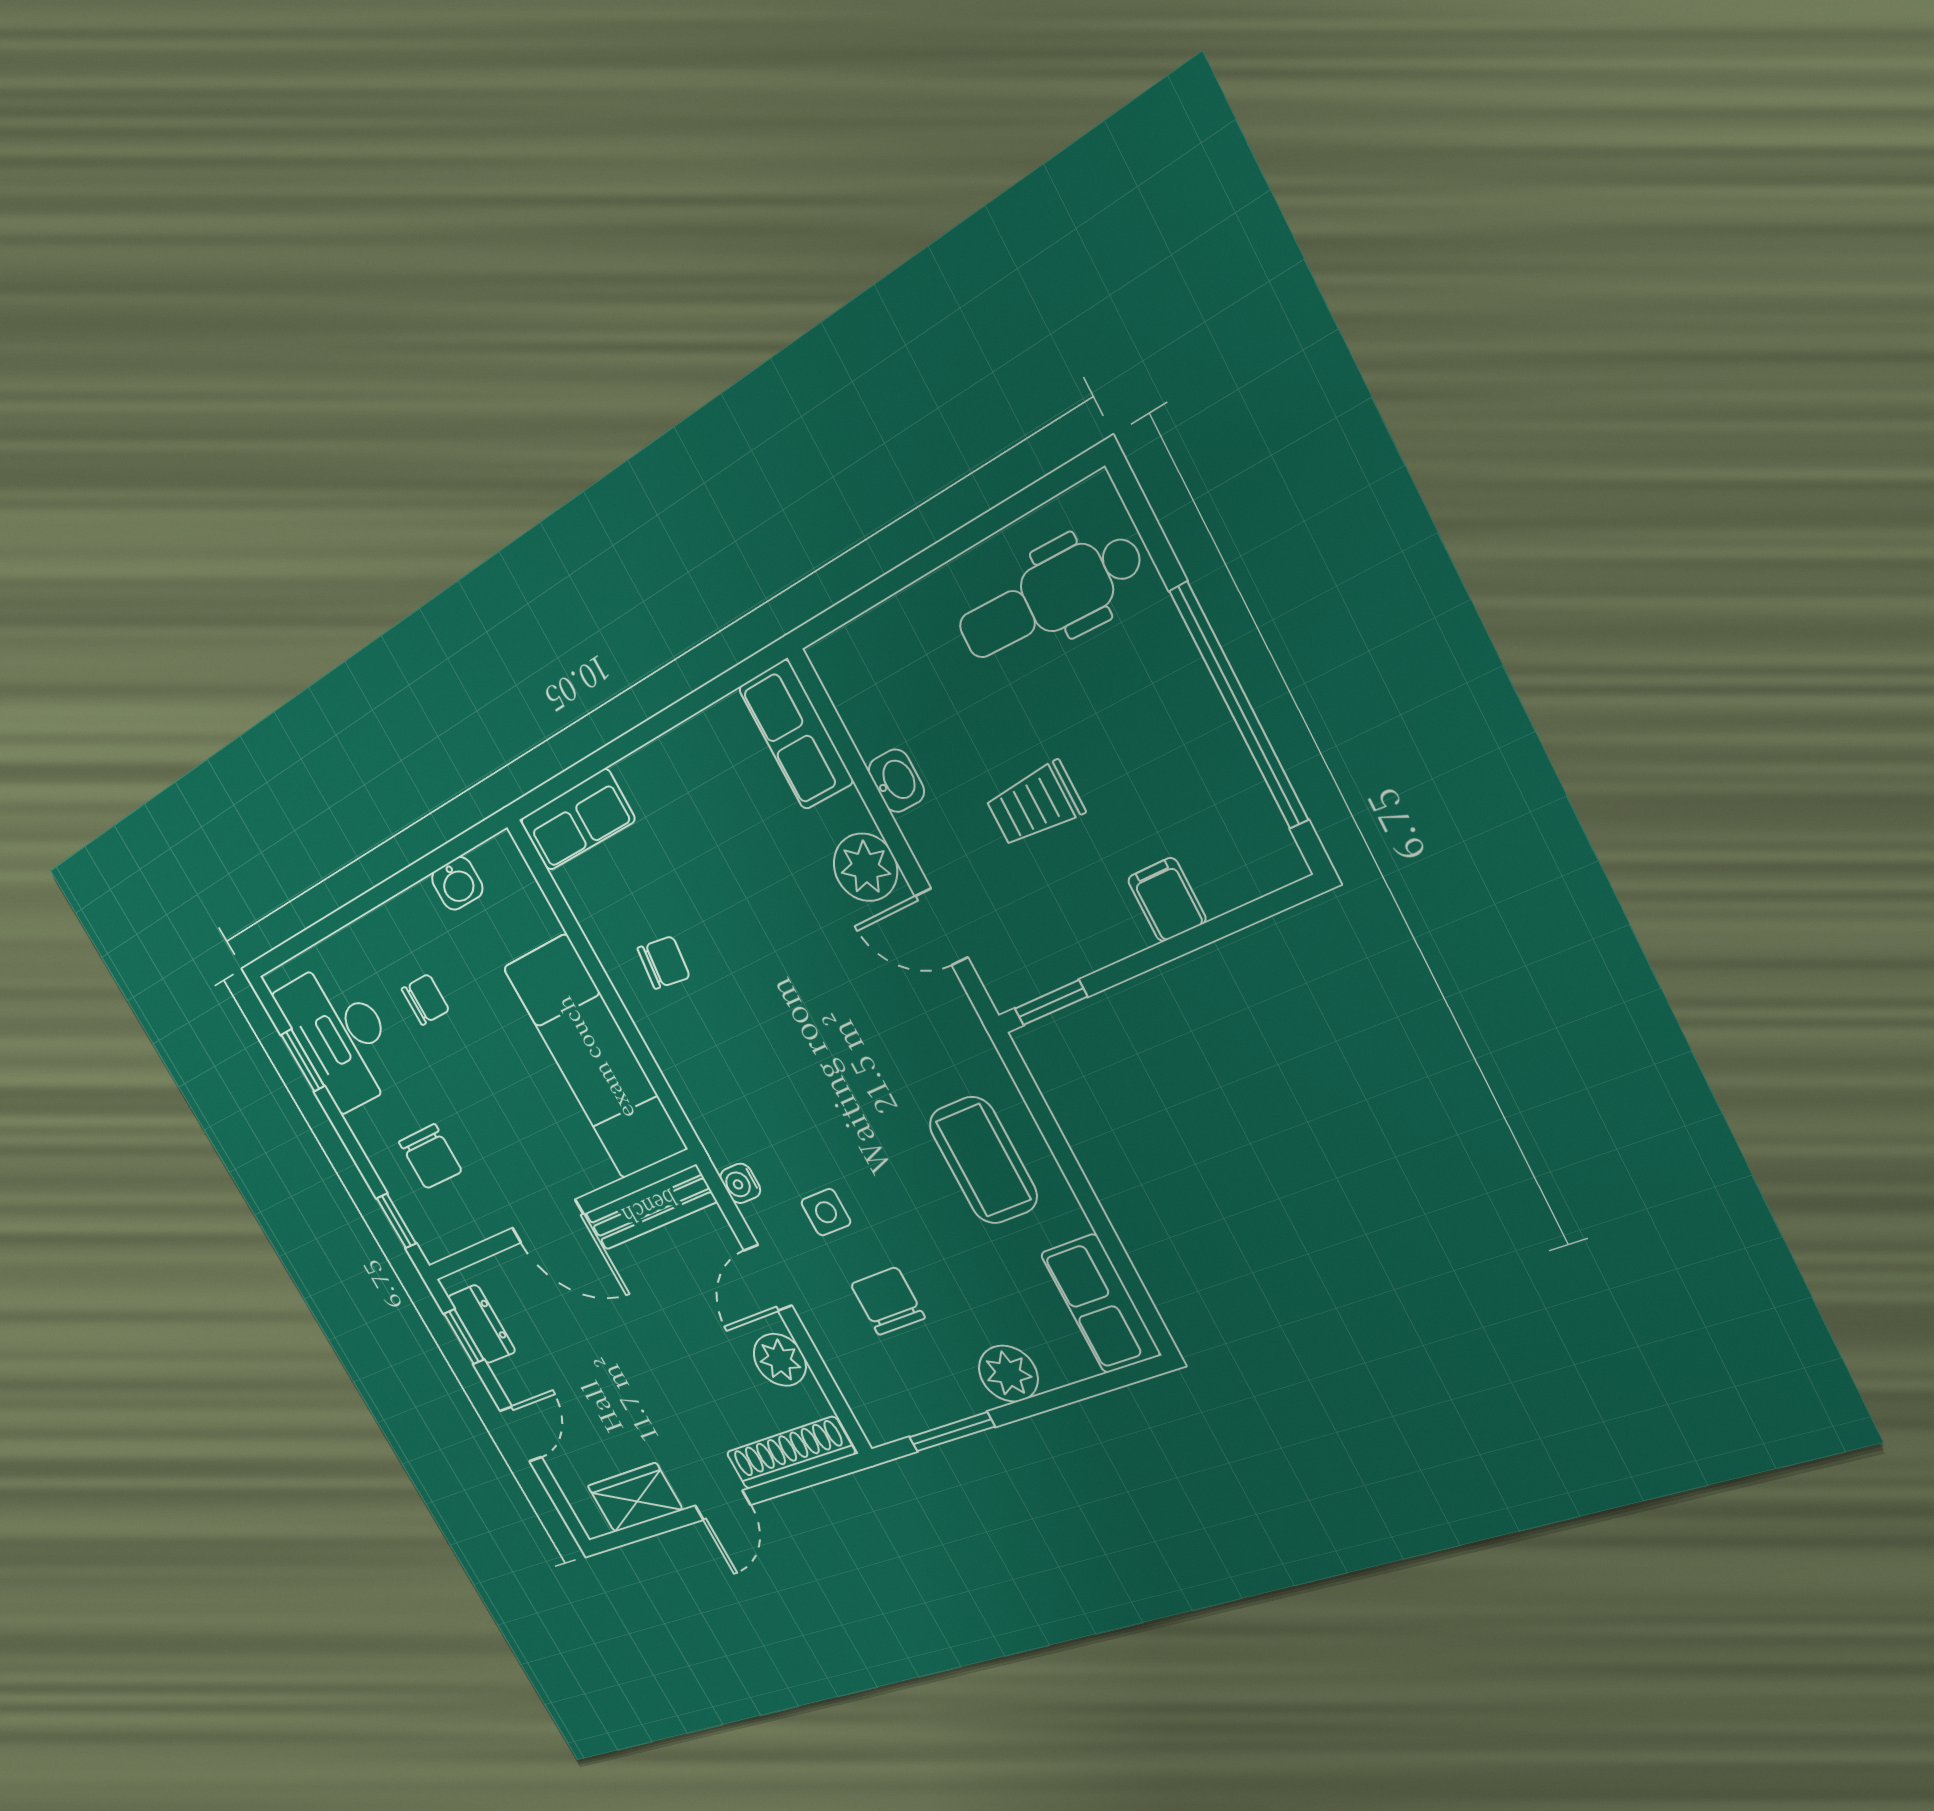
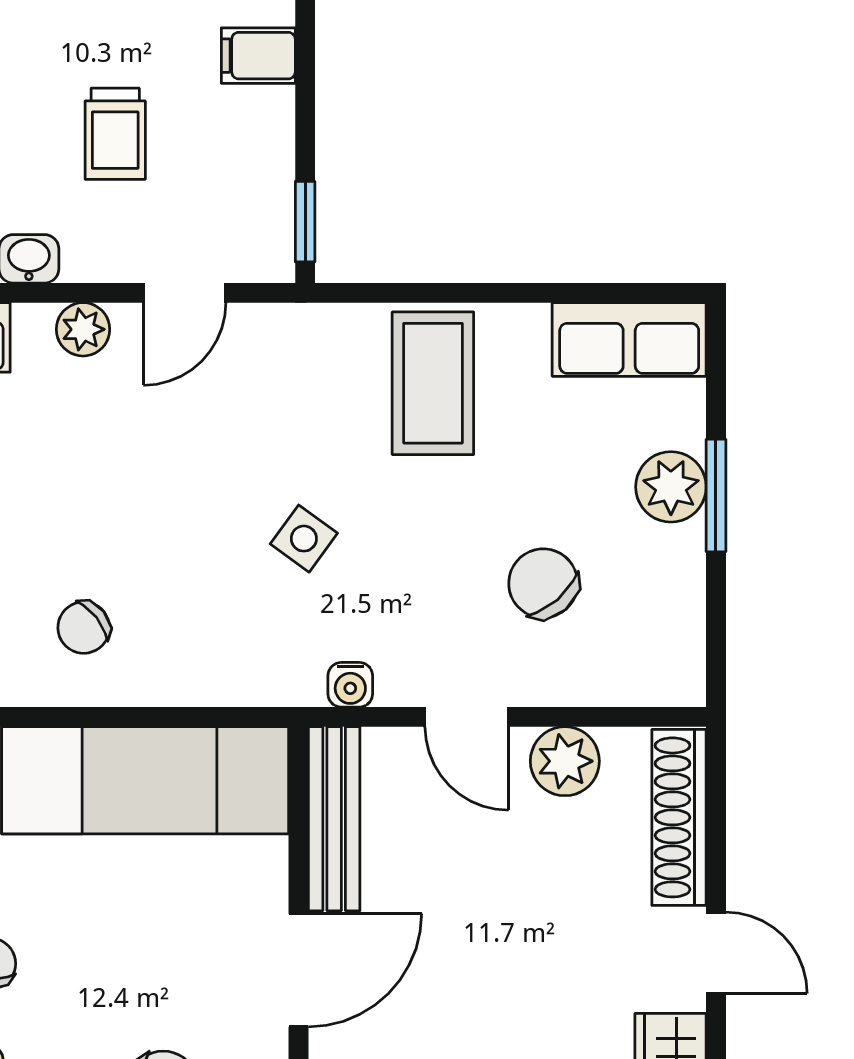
plant: (865, 867) -> (83, 329), width x0.73, depth x0.73
chair: (664, 963) -> (84, 628), turned -135
coffee table: (983, 1161) -> (433, 383), turned 90
side table: (826, 1212) -> (304, 539), moved, turned 36
chair: (888, 1301) -> (543, 583), turned 49
window: (952, 1432) -> (716, 495), moved

